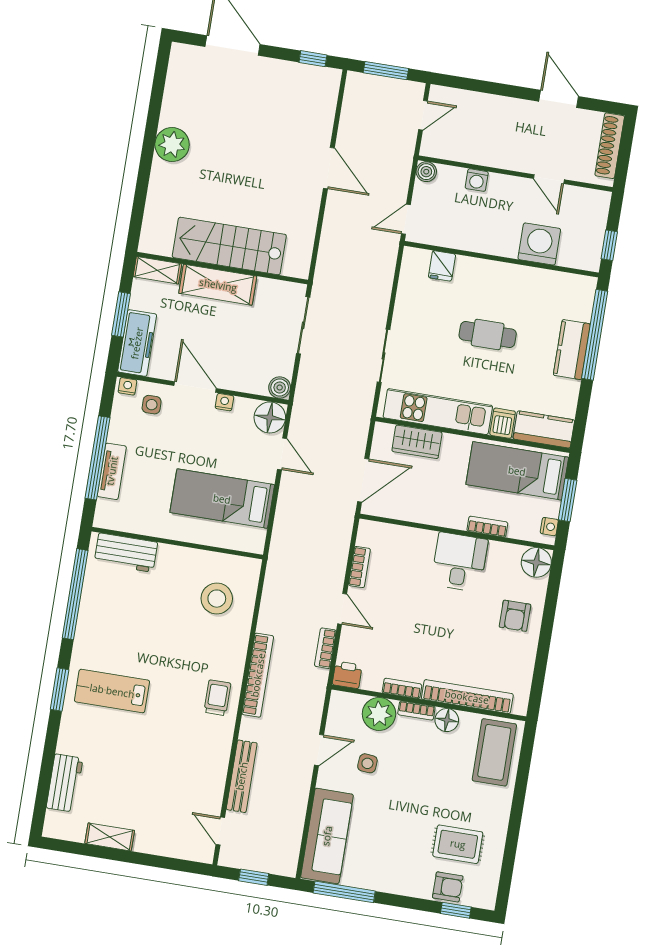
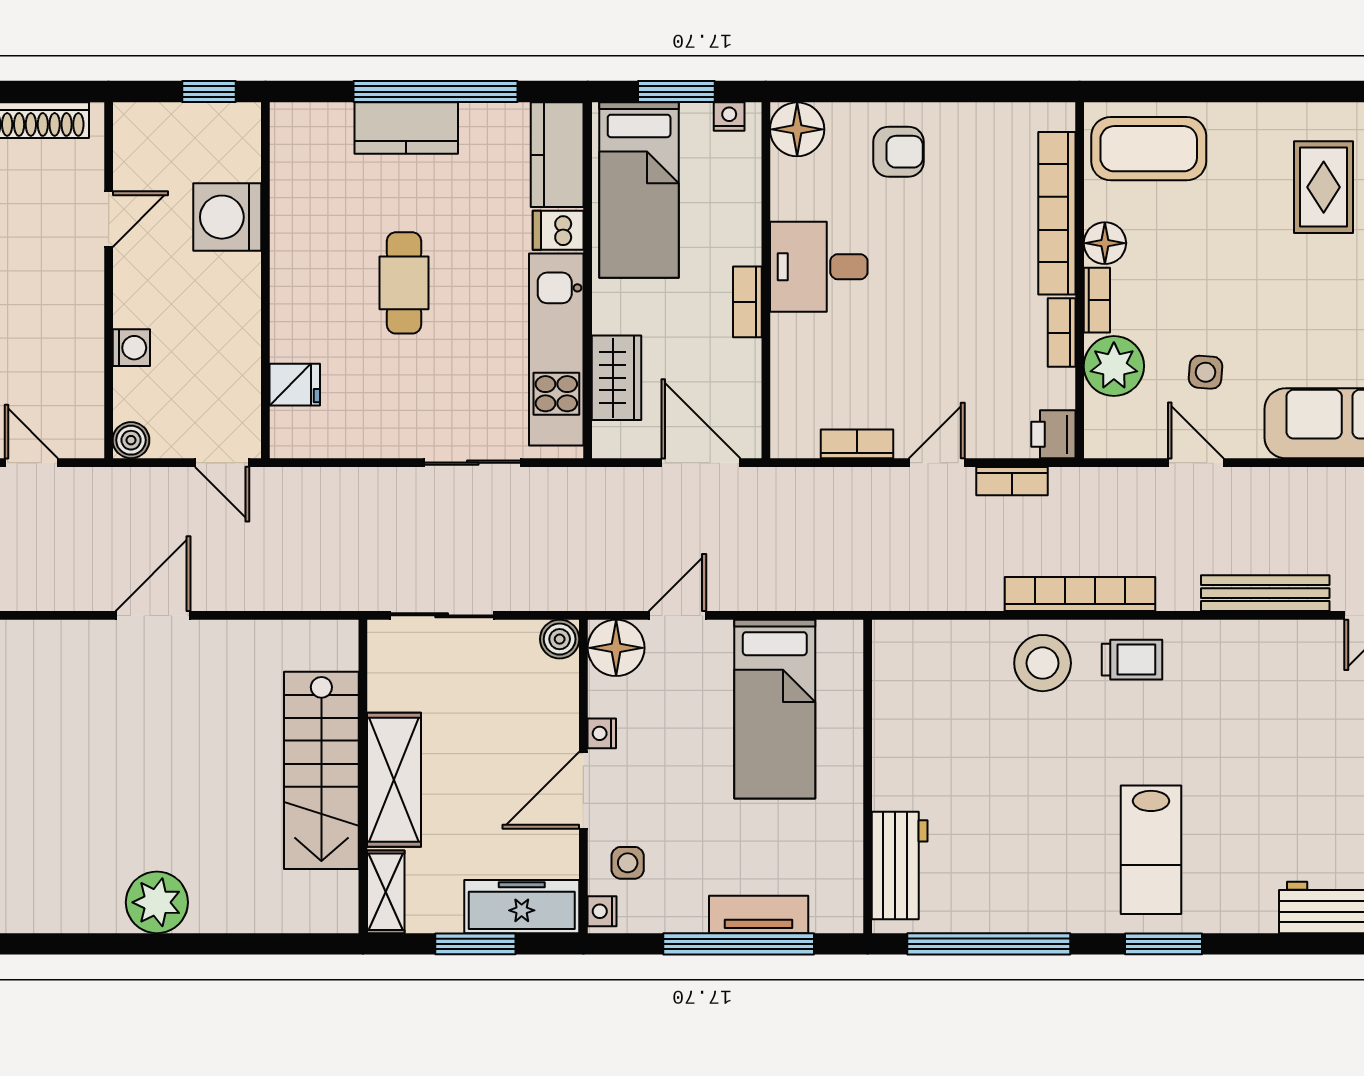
window: (595, 335) -> (435, 92), moved
bookcase: (487, 527) -> (747, 302), moved
stool: (217, 599) -> (1043, 663), moved
trolley: (217, 698) -> (1132, 660), turned 180

